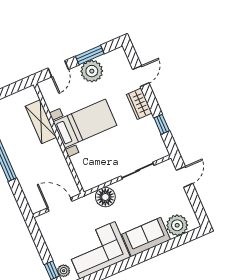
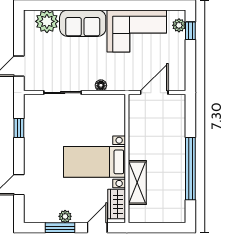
plant: (92, 71) -> (65, 216), width x0.53, depth x0.53
wardrobe: (139, 104) -> (117, 204), moved, turned 180
floor lamp: (105, 197) -> (101, 85), width x0.53, depth x0.53
door: (60, 205) -> (154, 93), swing flipped

